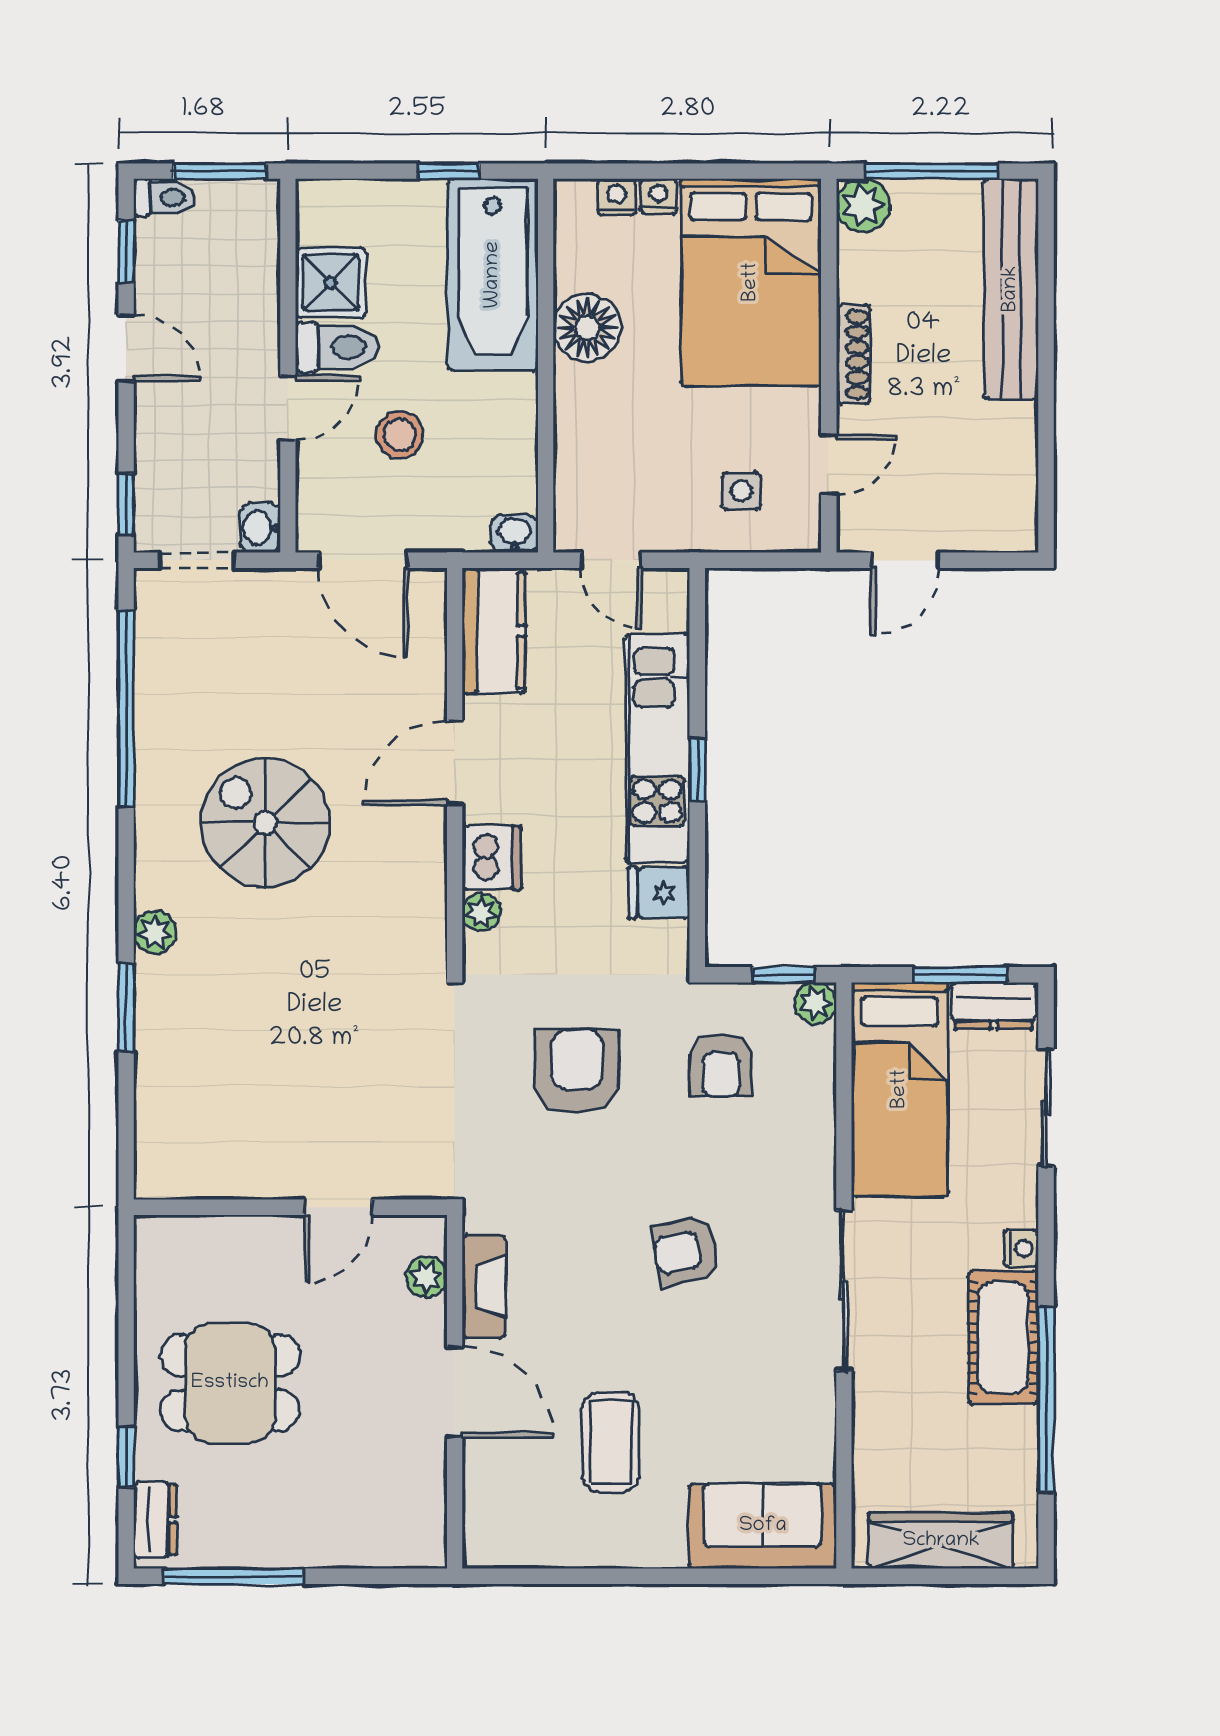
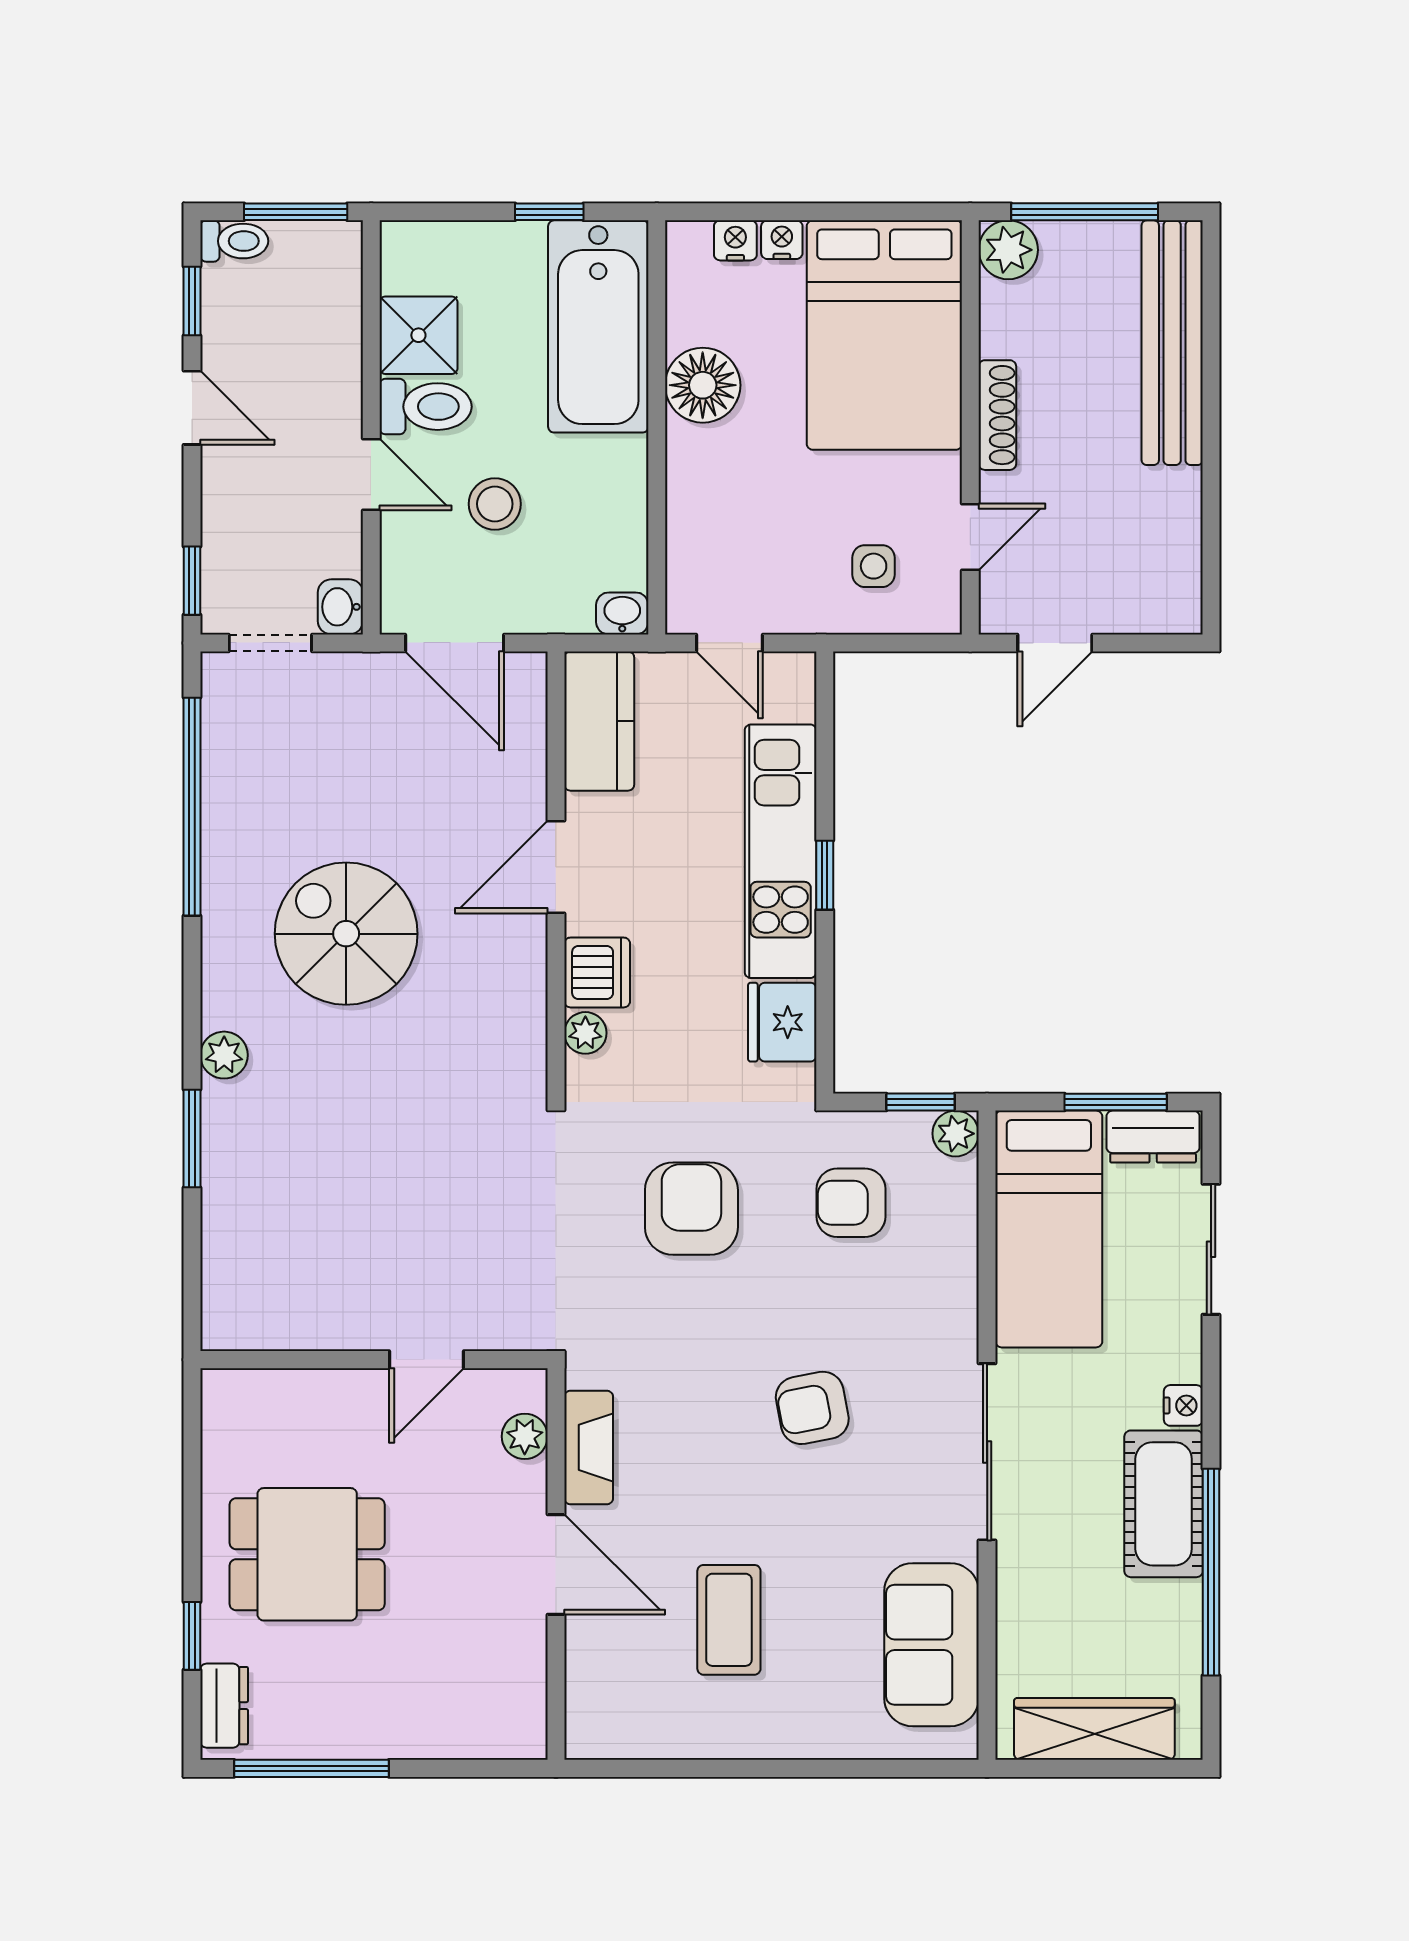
door: (288, 408) -> (371, 475), hinge flipped
fridge: (659, 893) -> (782, 1022), width x1.38
armchair: (721, 1066) -> (851, 1203), turned 90
sofa: (763, 1526) -> (931, 1645), moved, turned -90

